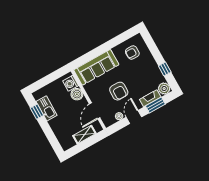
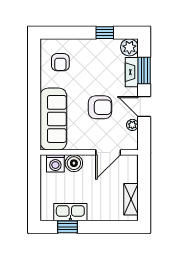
door: (95, 111) -> (108, 152), hinge flipped
shelving: (84, 135) -> (131, 199), moved

